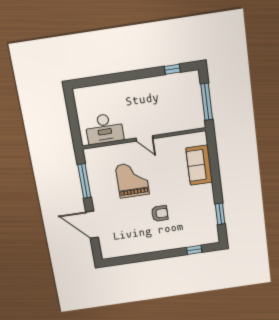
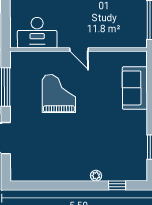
armchair: (160, 213) -> (84, 136), removed
plant: (175, 245) -> (96, 176), added

